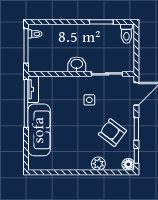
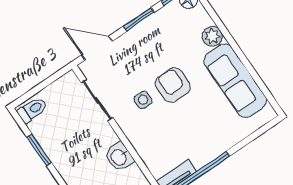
washbasin: (77, 64) -> (119, 157), moved
sofa: (39, 130) -> (235, 81), moved, turned -90
armchair: (112, 133) -> (173, 85), moved, turned 143

